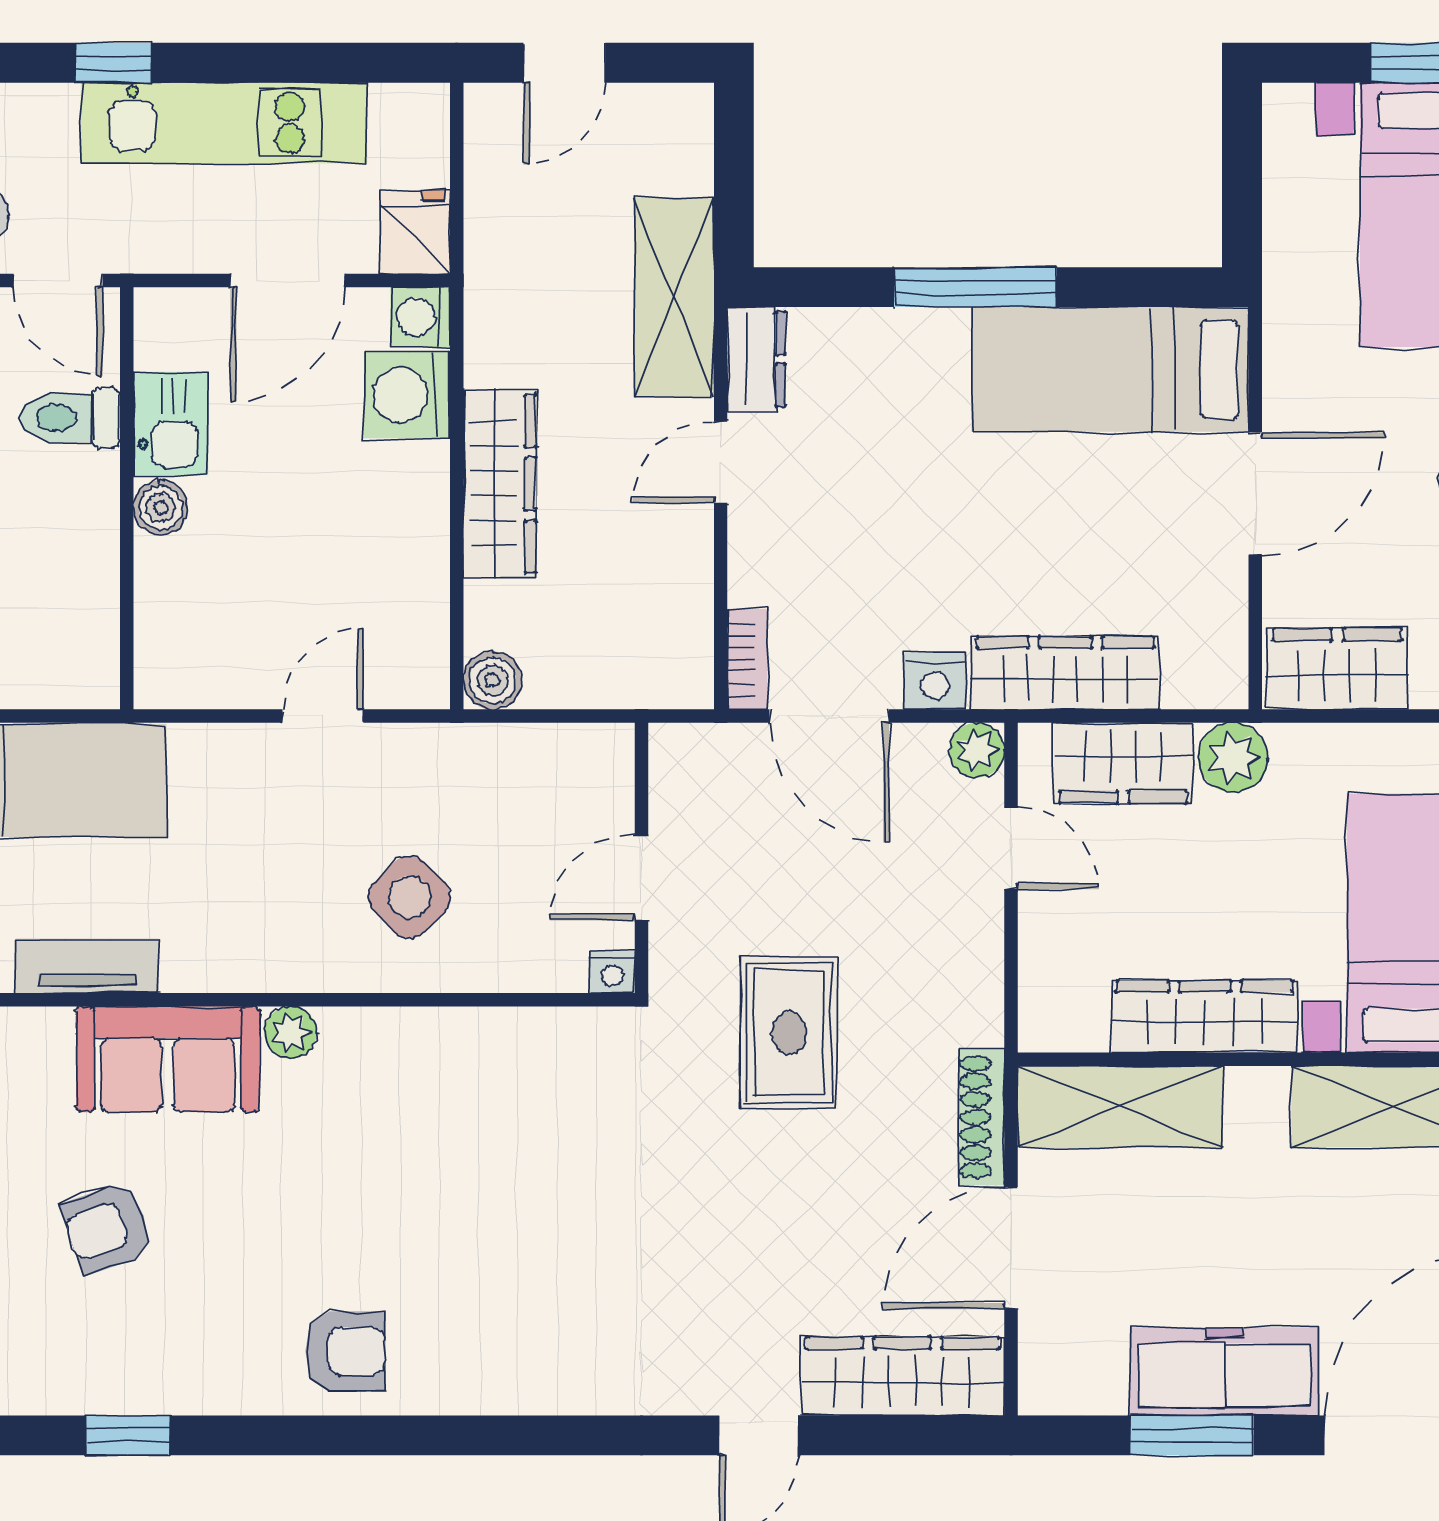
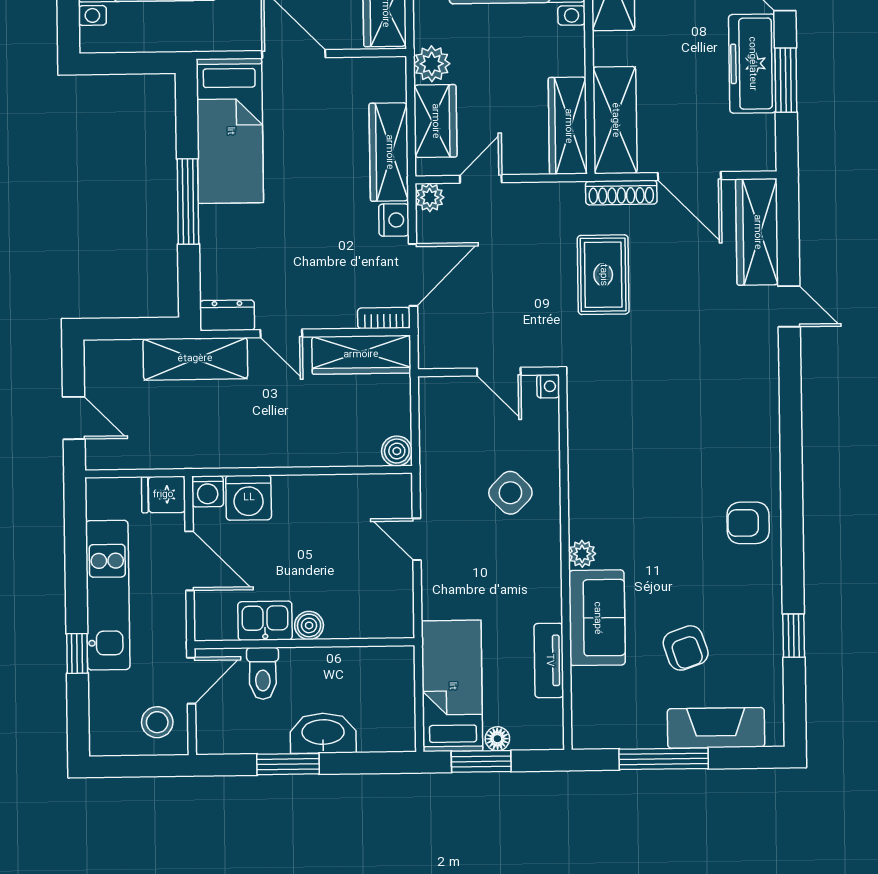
wardrobe: (500, 484) -> (361, 355), moved, turned 180
wardrobe: (1205, 1017) -> (568, 126), moved
rug: (789, 1033) -> (603, 275), moved, turned 90
armchair: (345, 1351) -> (748, 523), turned -90

